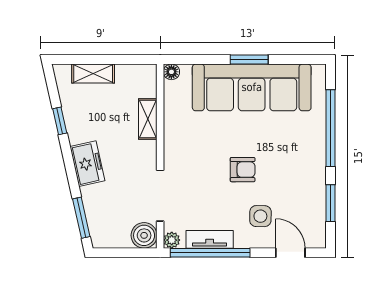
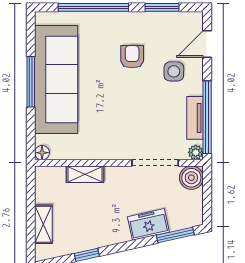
window: (249, 60) -> (31, 82), width x1.44
freezer: (87, 164) -> (148, 224), moved
armchair: (243, 170) -> (132, 57), moved

